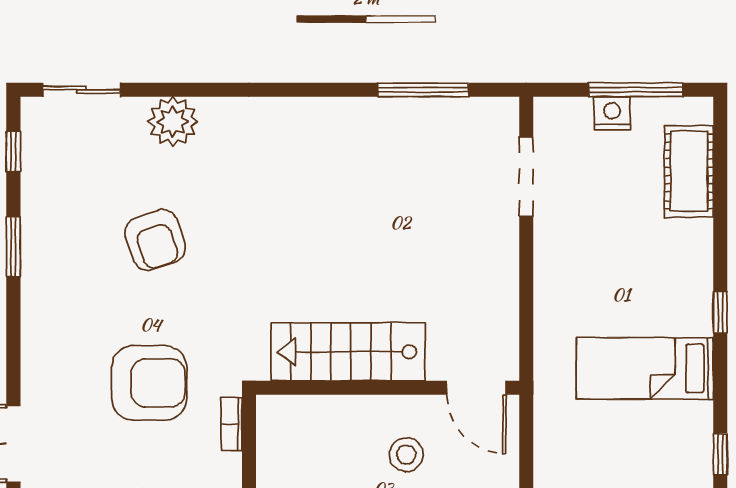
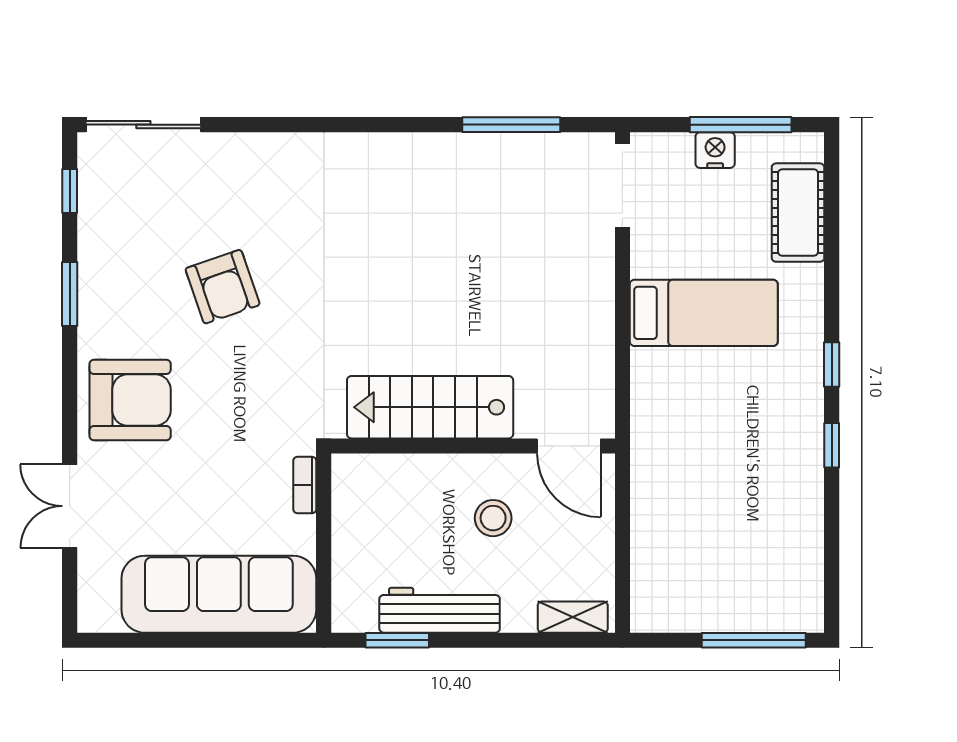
sliding door: (82, 90) -> (143, 125), width x1.37
plant: (173, 122) -> (242, 159), removed
doorway: (526, 177) -> (622, 185), moved
bed: (645, 368) -> (704, 313), moved, turned 180
armchair: (149, 383) -> (130, 400), moved
window: (720, 454) -> (832, 445), moved

